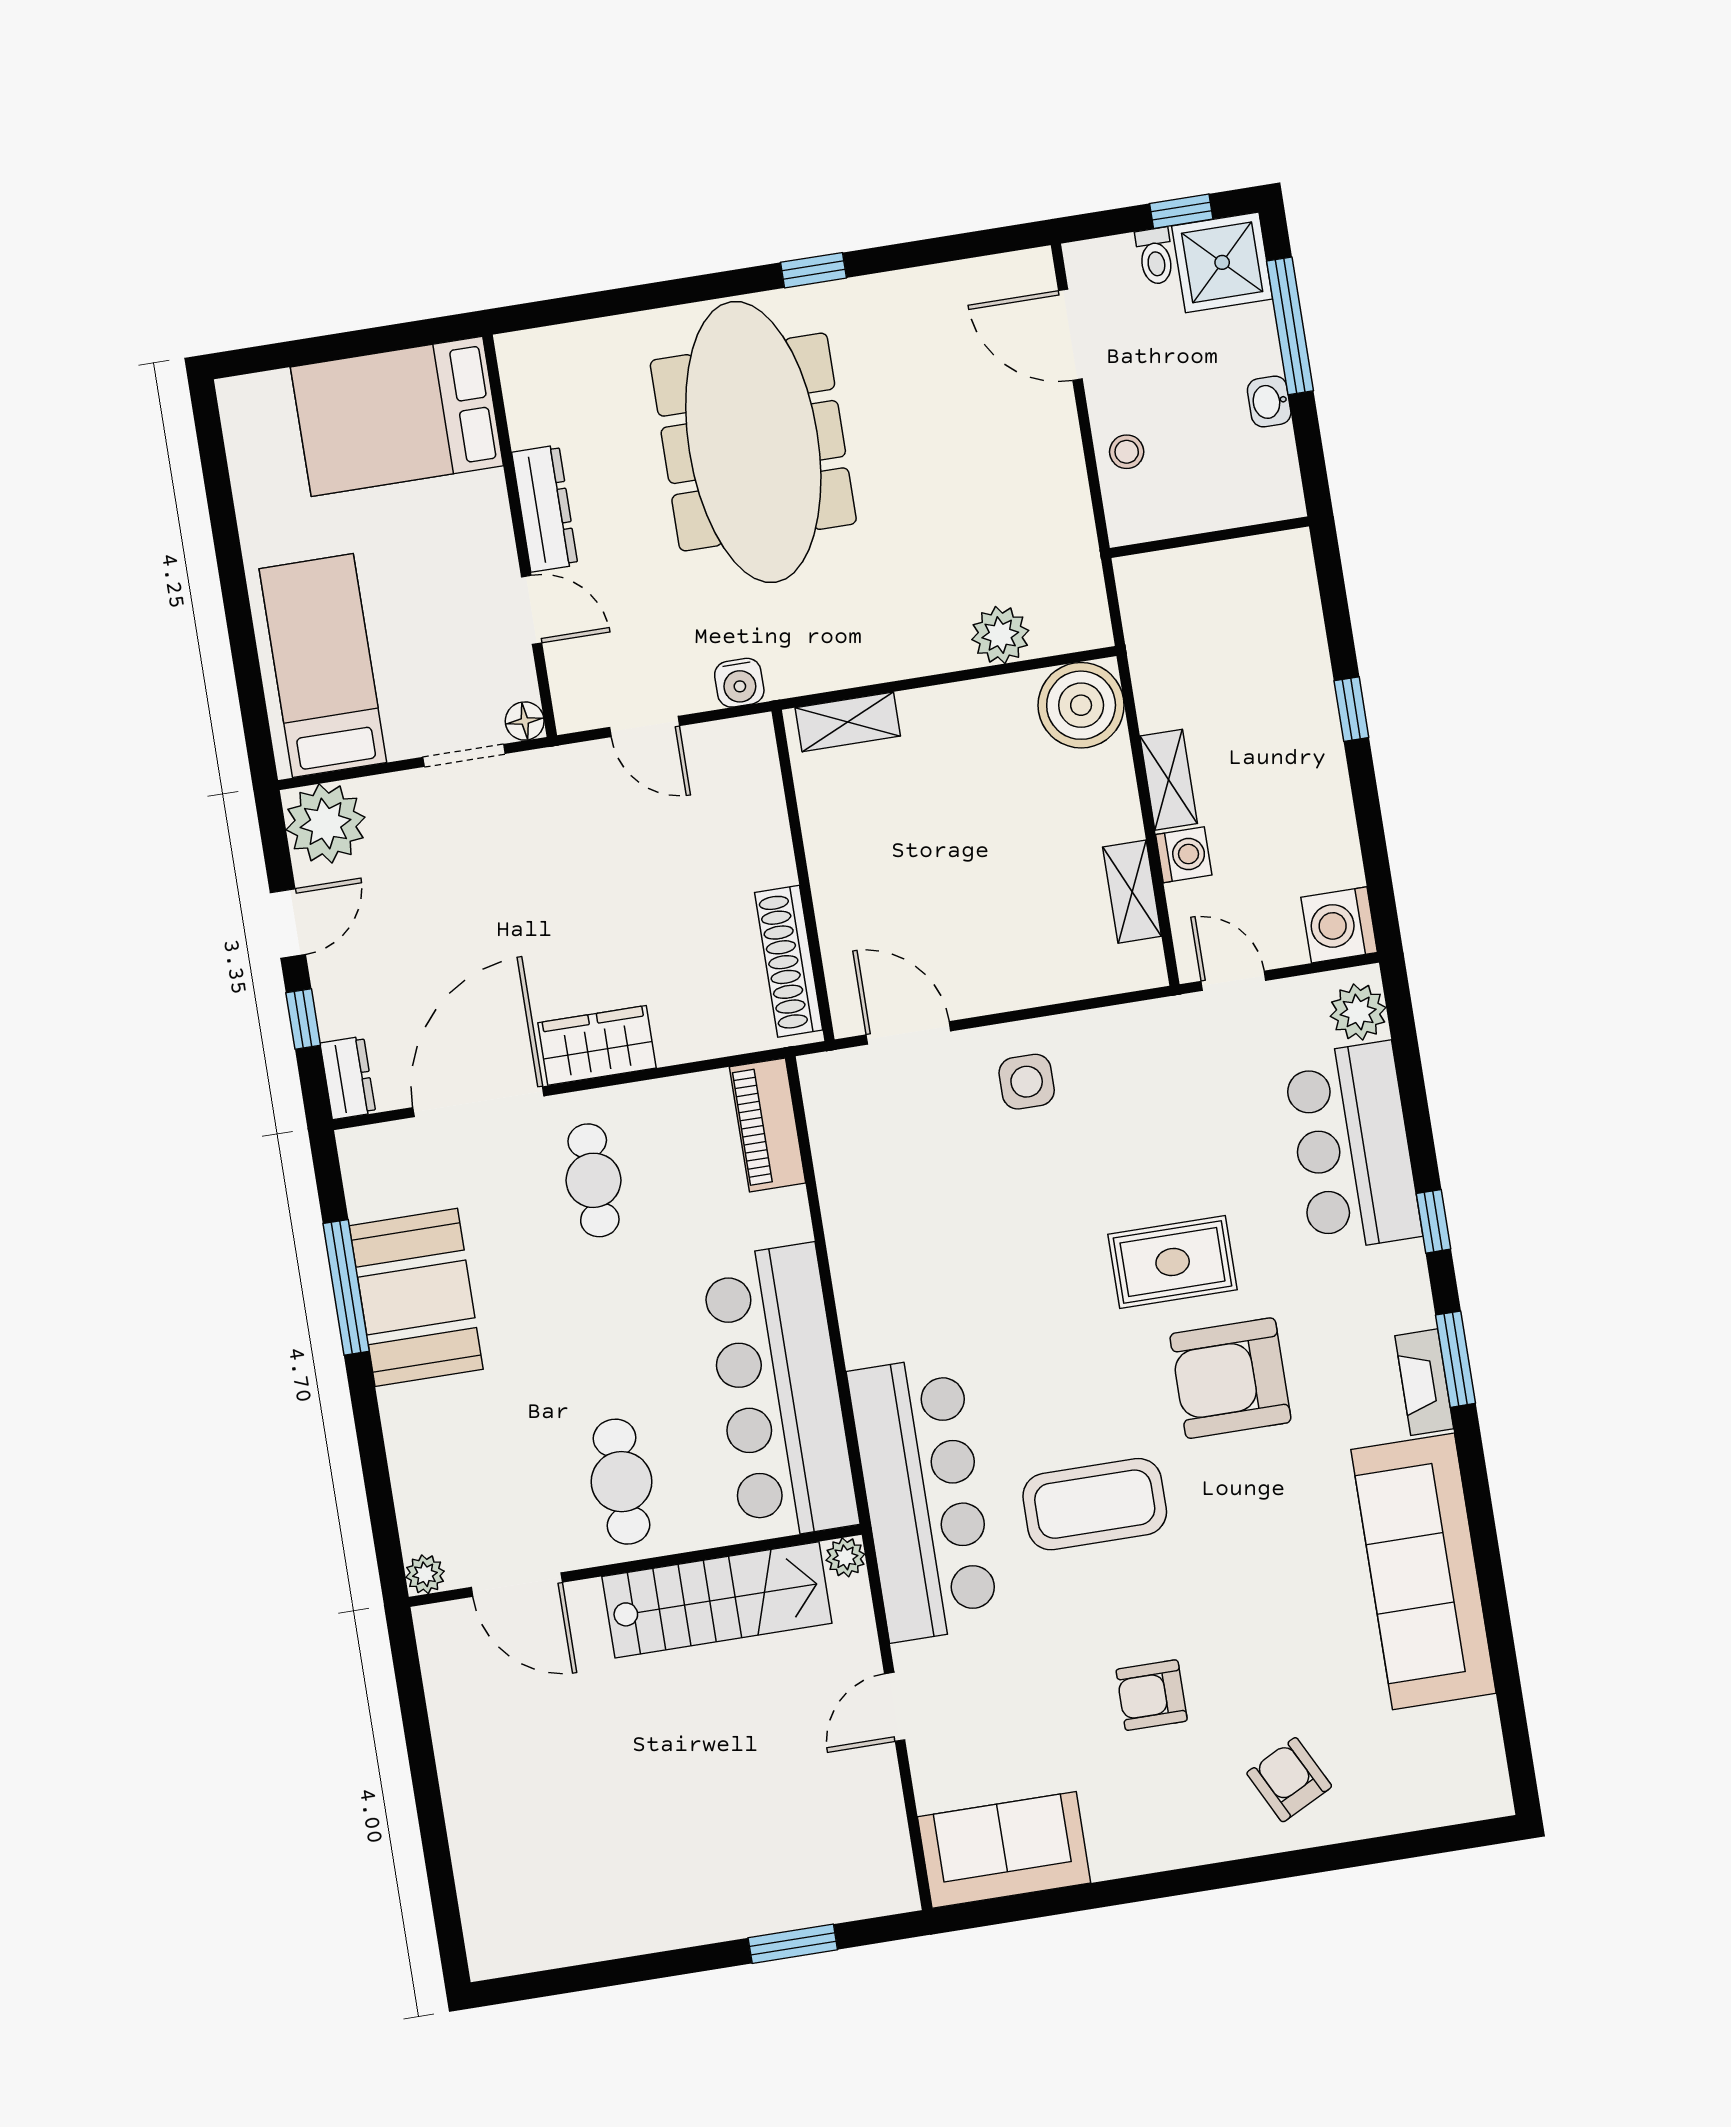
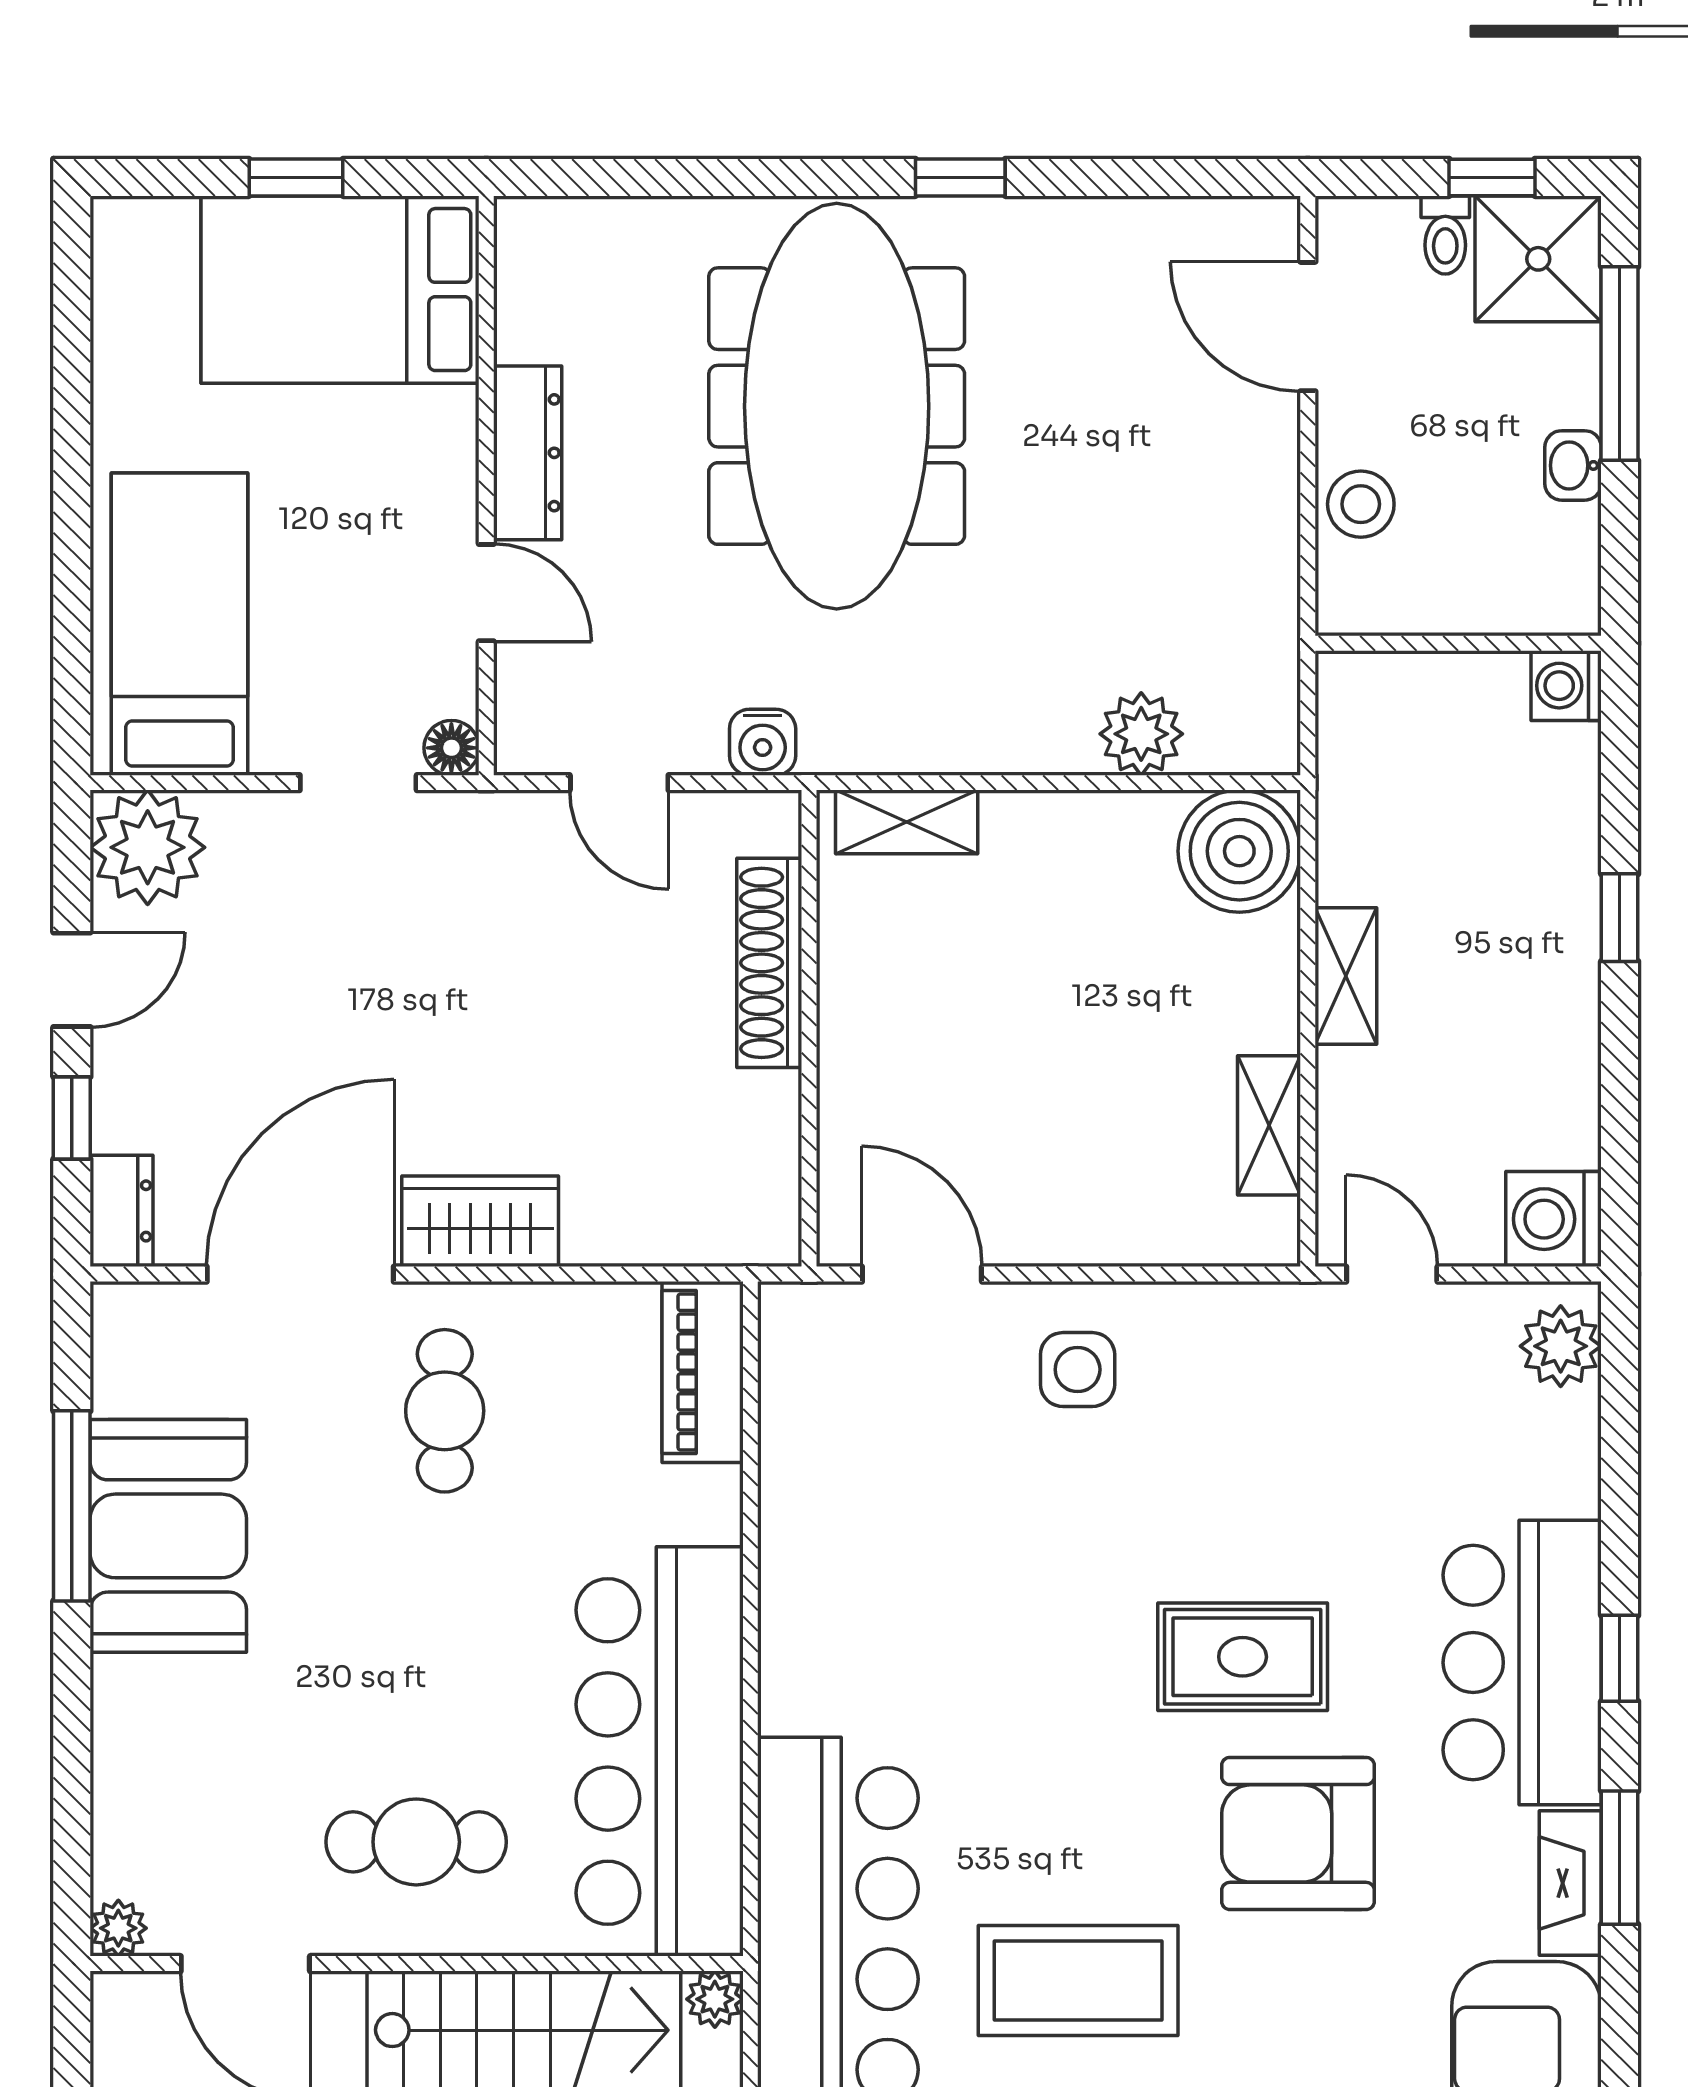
window: (354, 344) -> (296, 177), added
stool: (1127, 452) -> (1361, 504), width x1.37, depth x1.37
washing machine: (1184, 855) -> (1566, 686), moved, turned 180
shoe rack: (789, 961) -> (769, 963), moved
bar counter: (1352, 1147) -> (1522, 1663), moved
cafe table: (621, 1482) -> (416, 1842), turned 90

